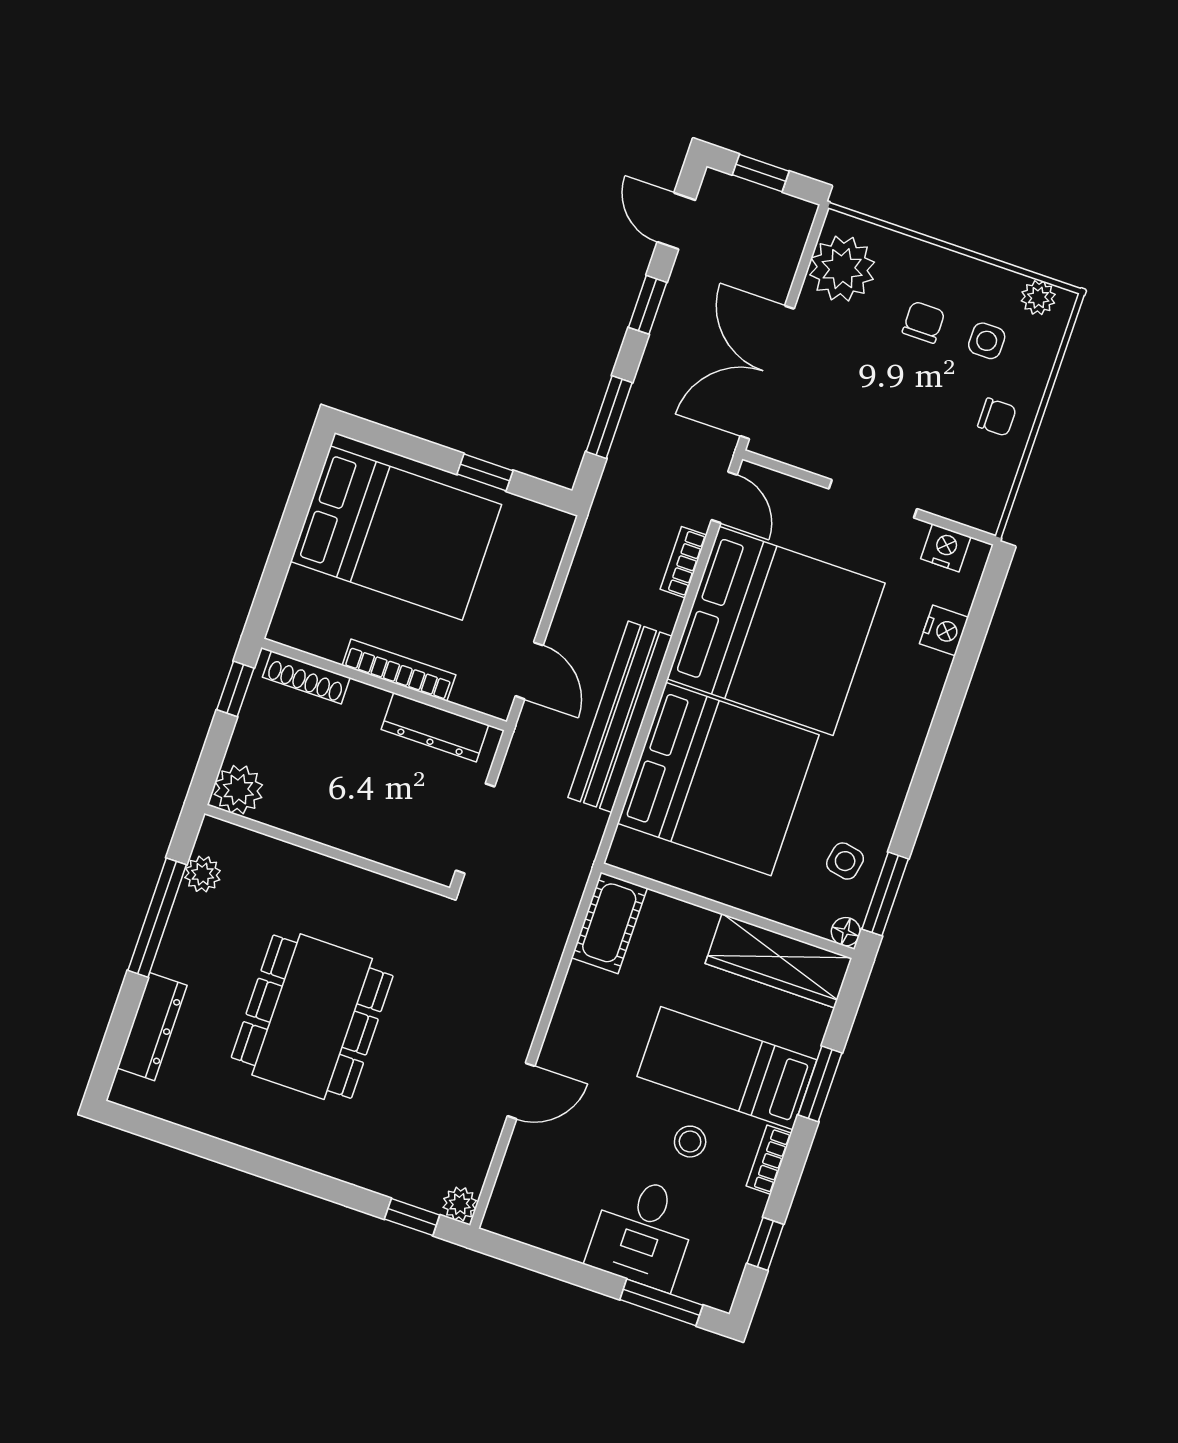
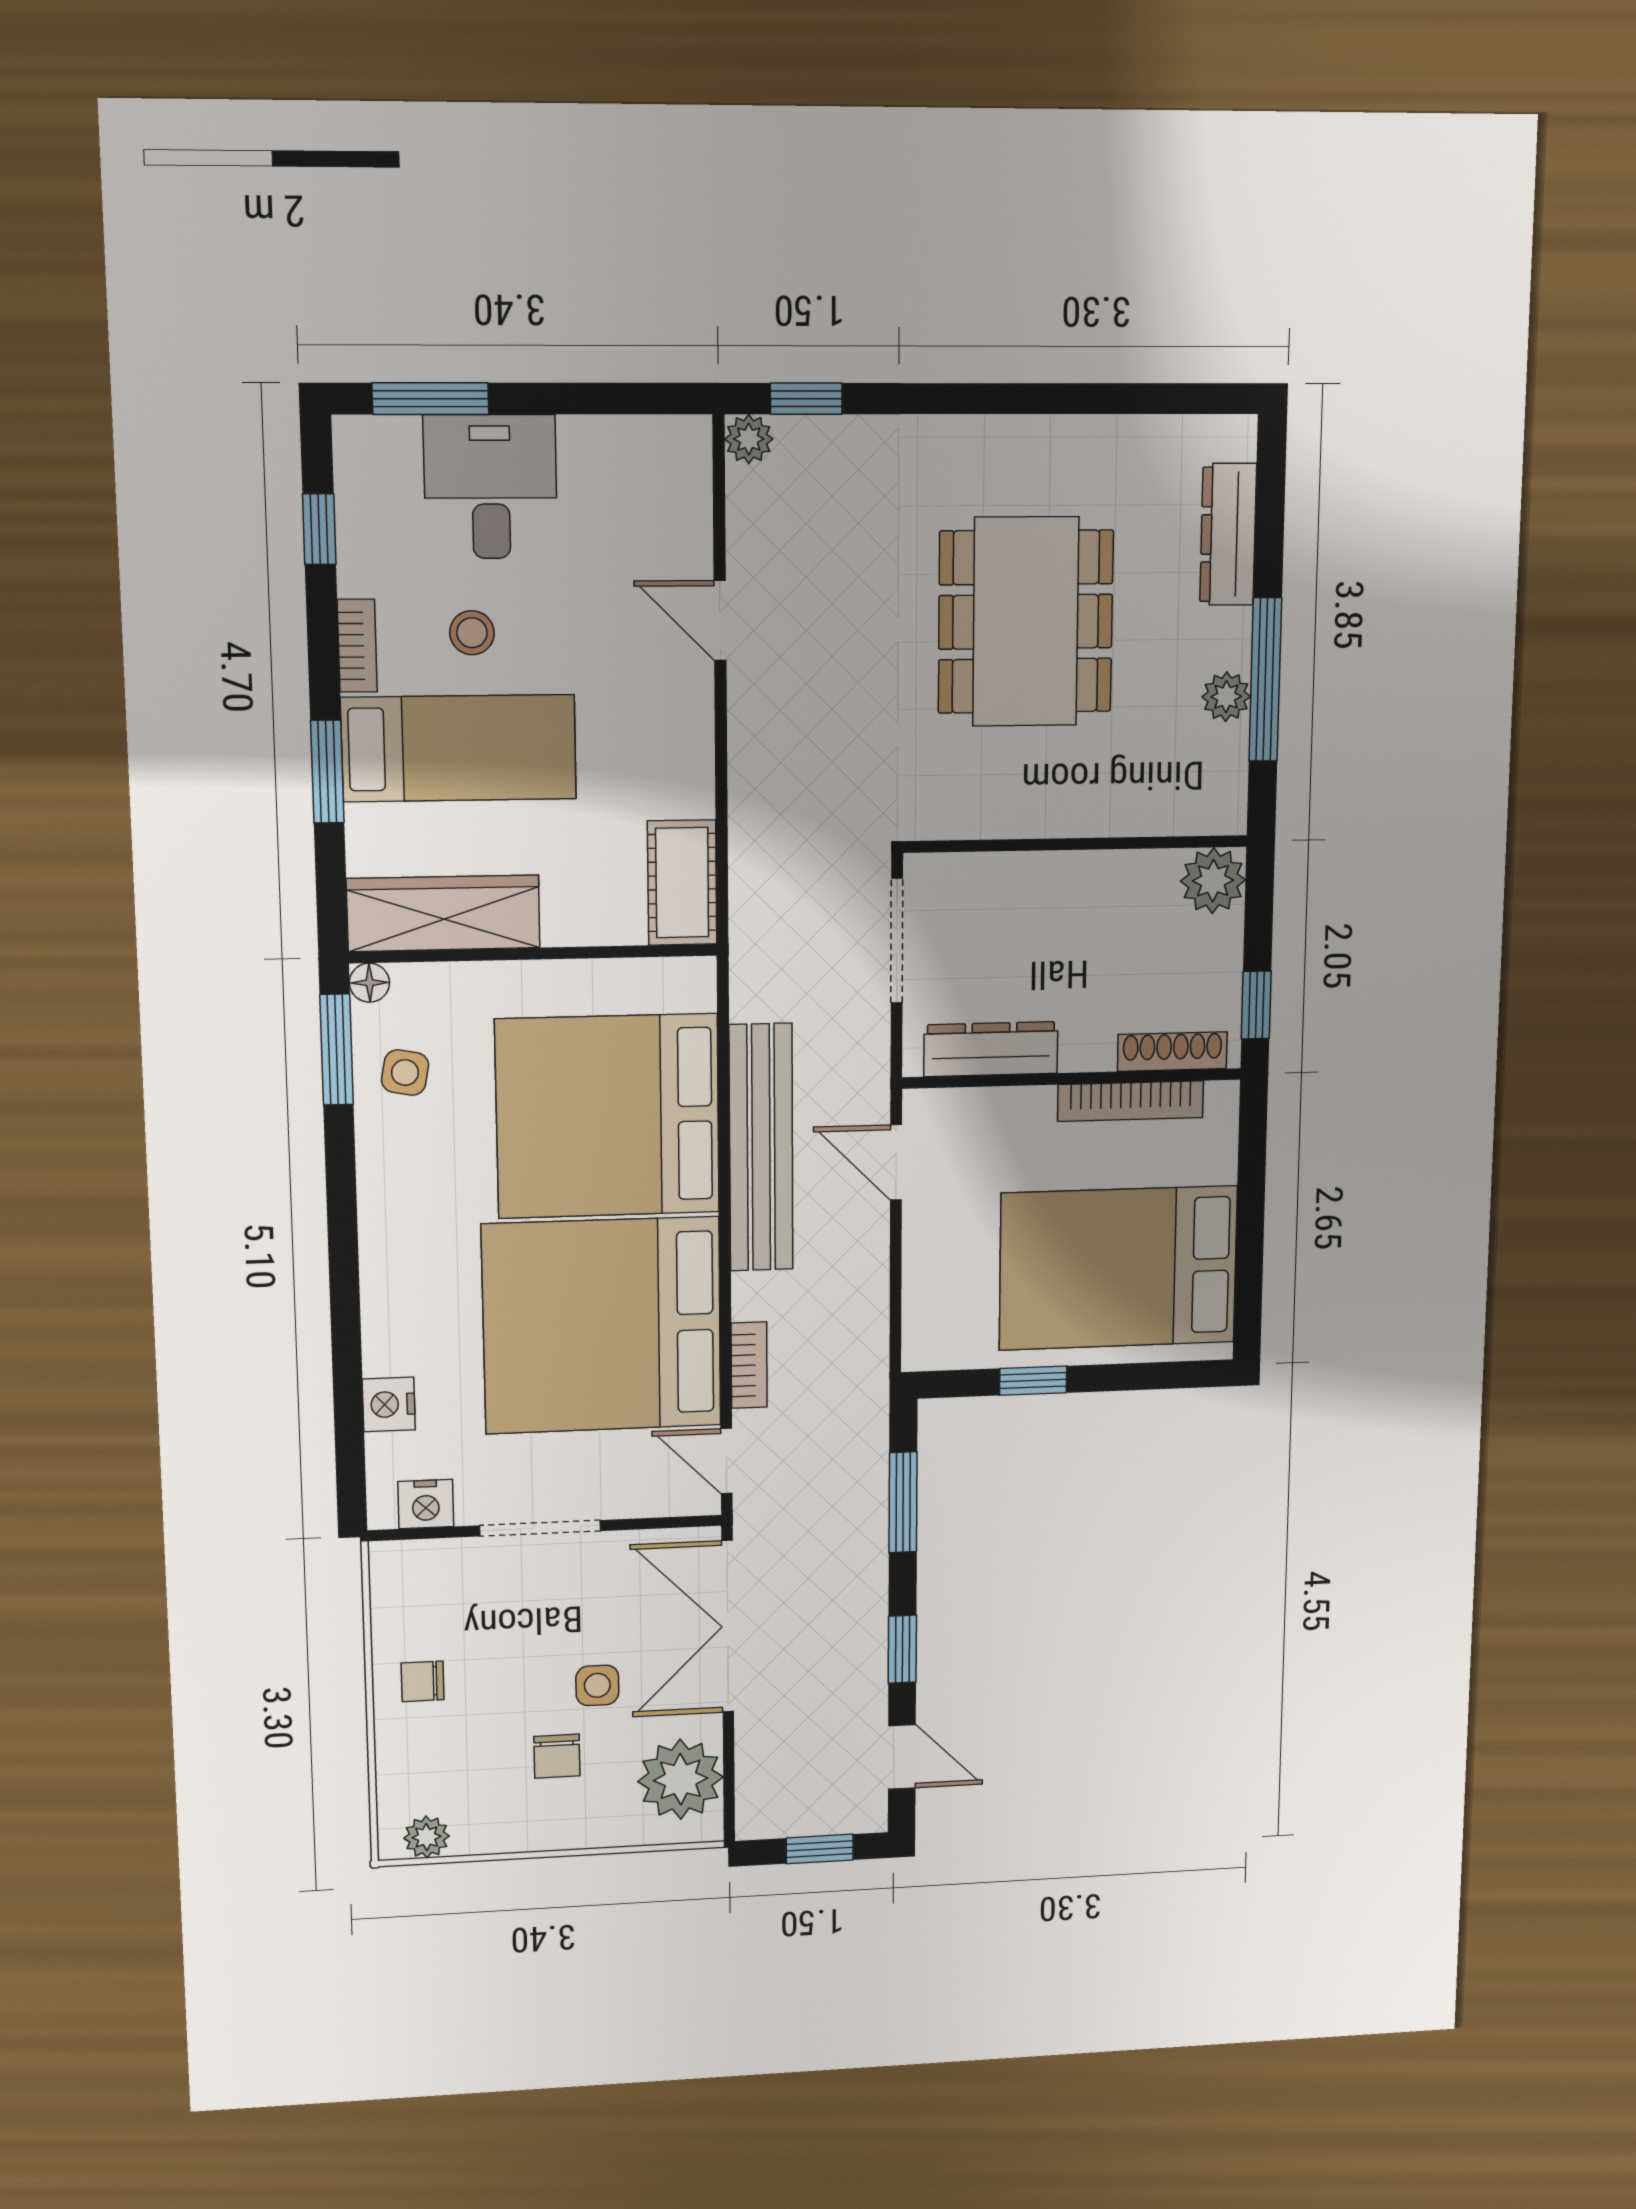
side table: (987, 341) -> (597, 1685), moved
double door: (767, 372) -> (728, 1627), swing flipped
bookcase: (399, 670) -> (1131, 1101), moved
plant: (203, 874) -> (1226, 697), moved
door: (521, 1091) -> (720, 621), hinge flipped

